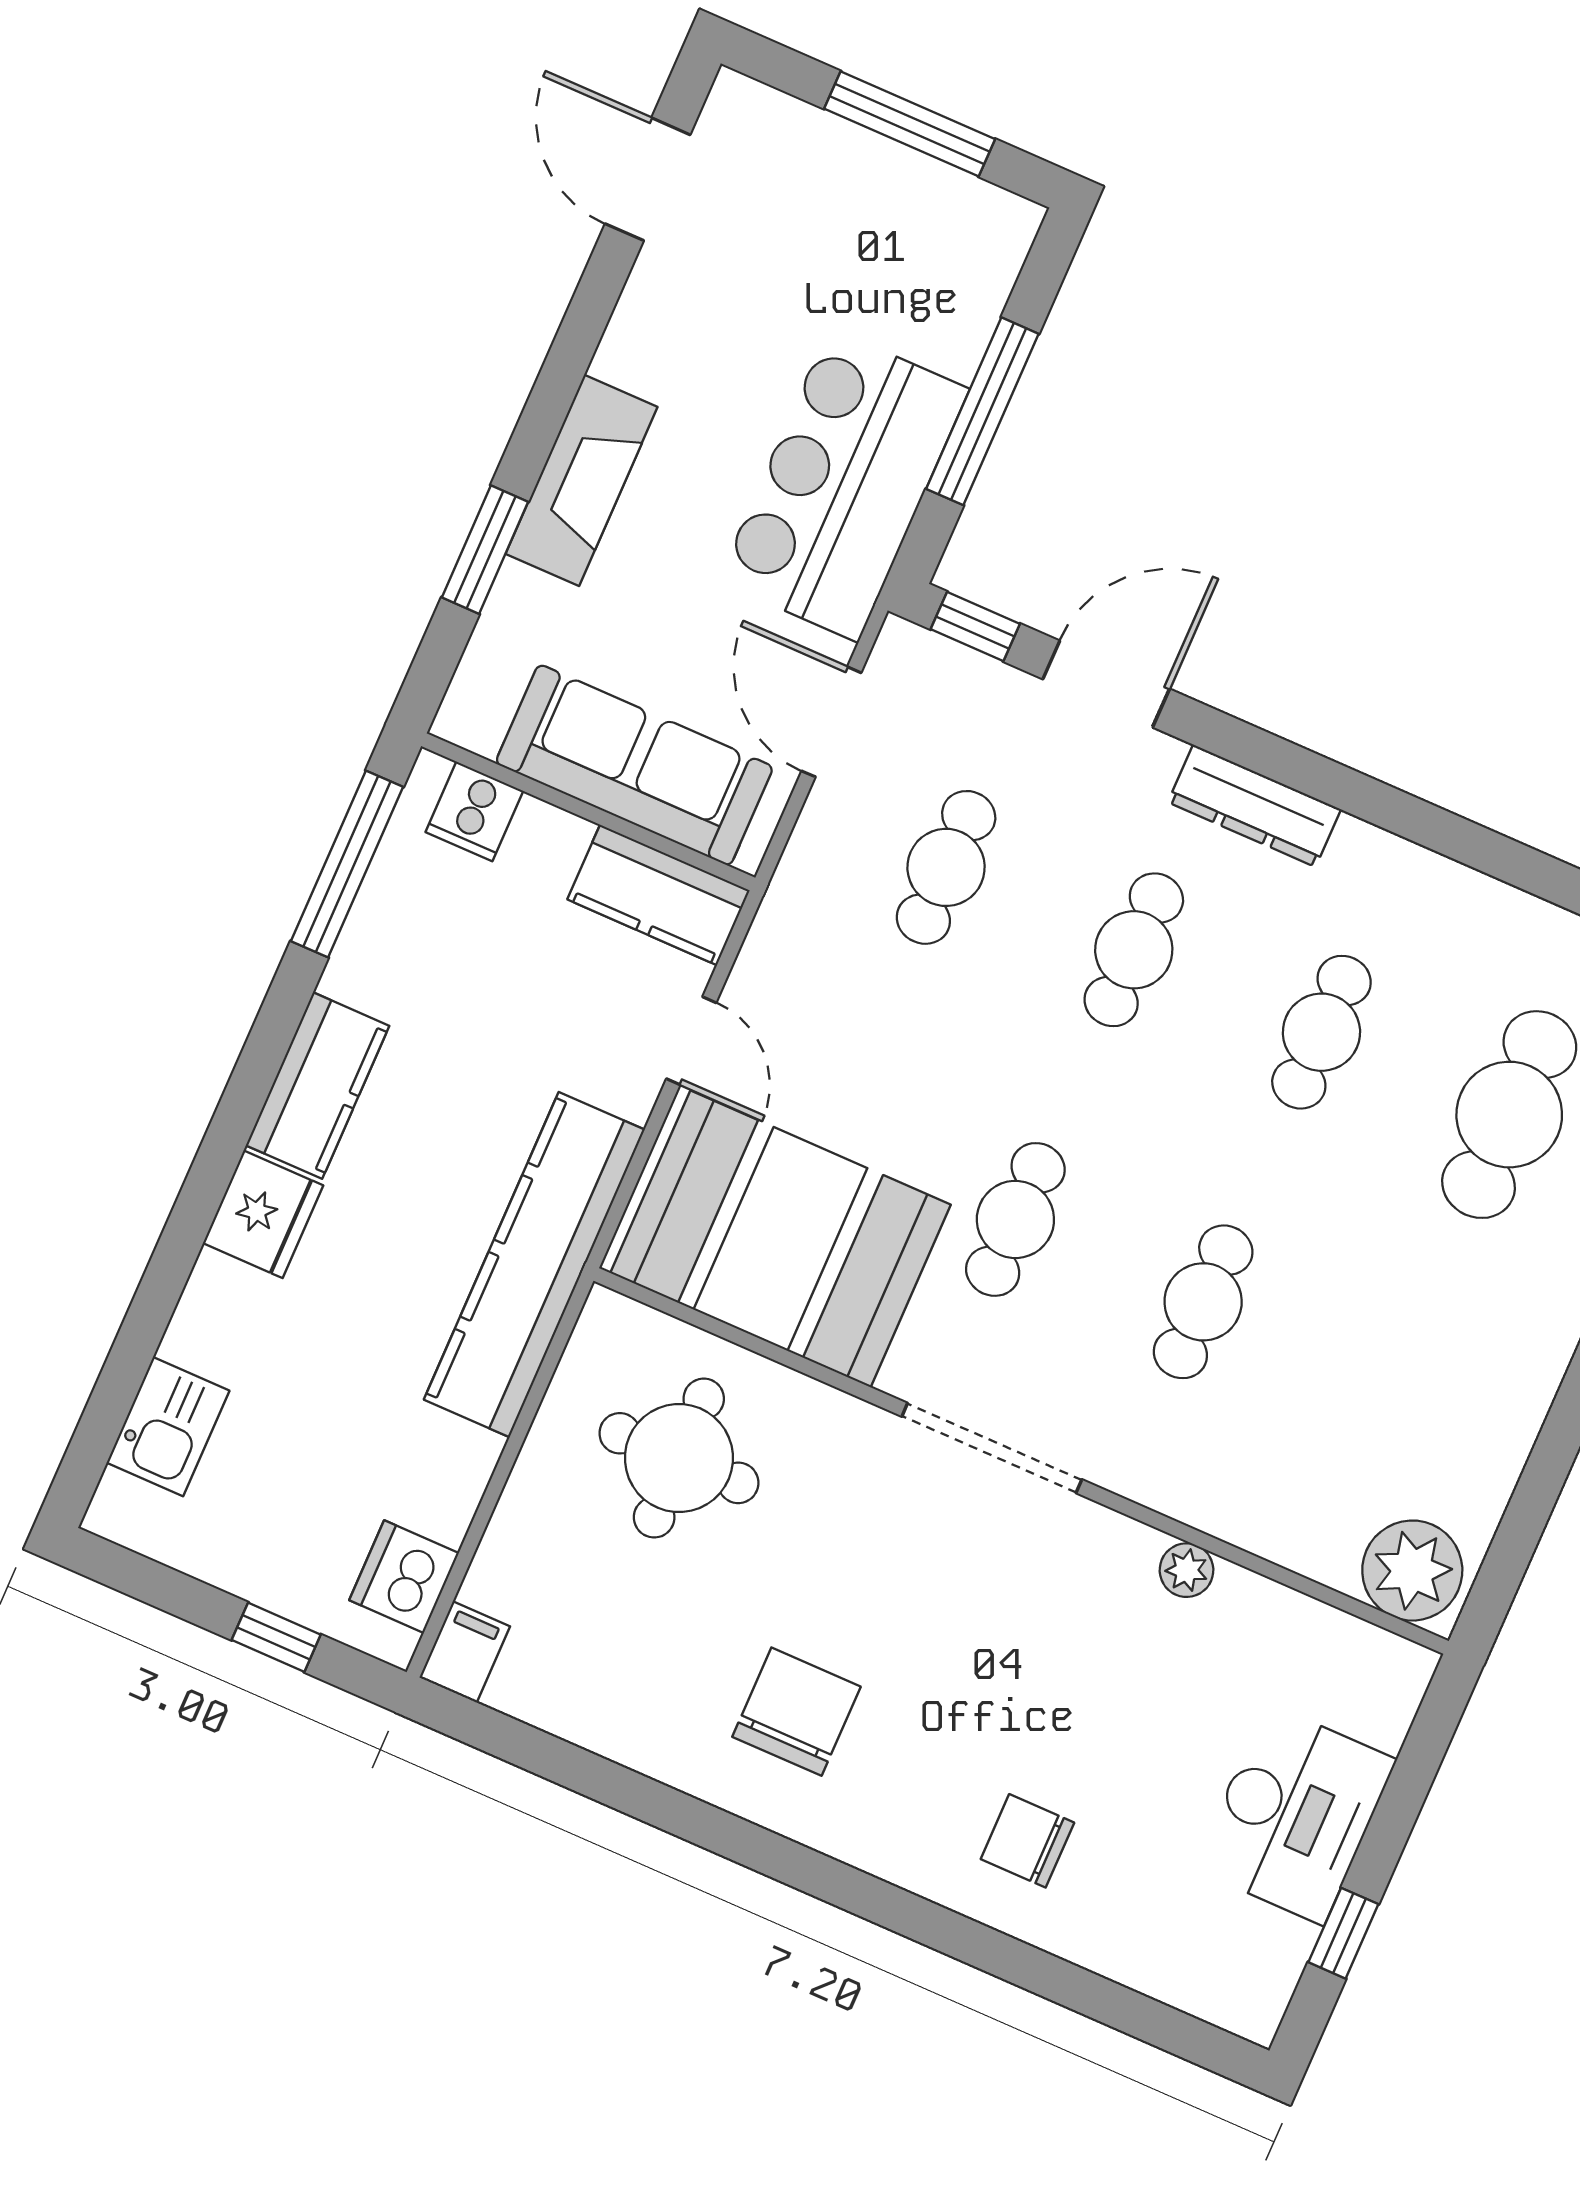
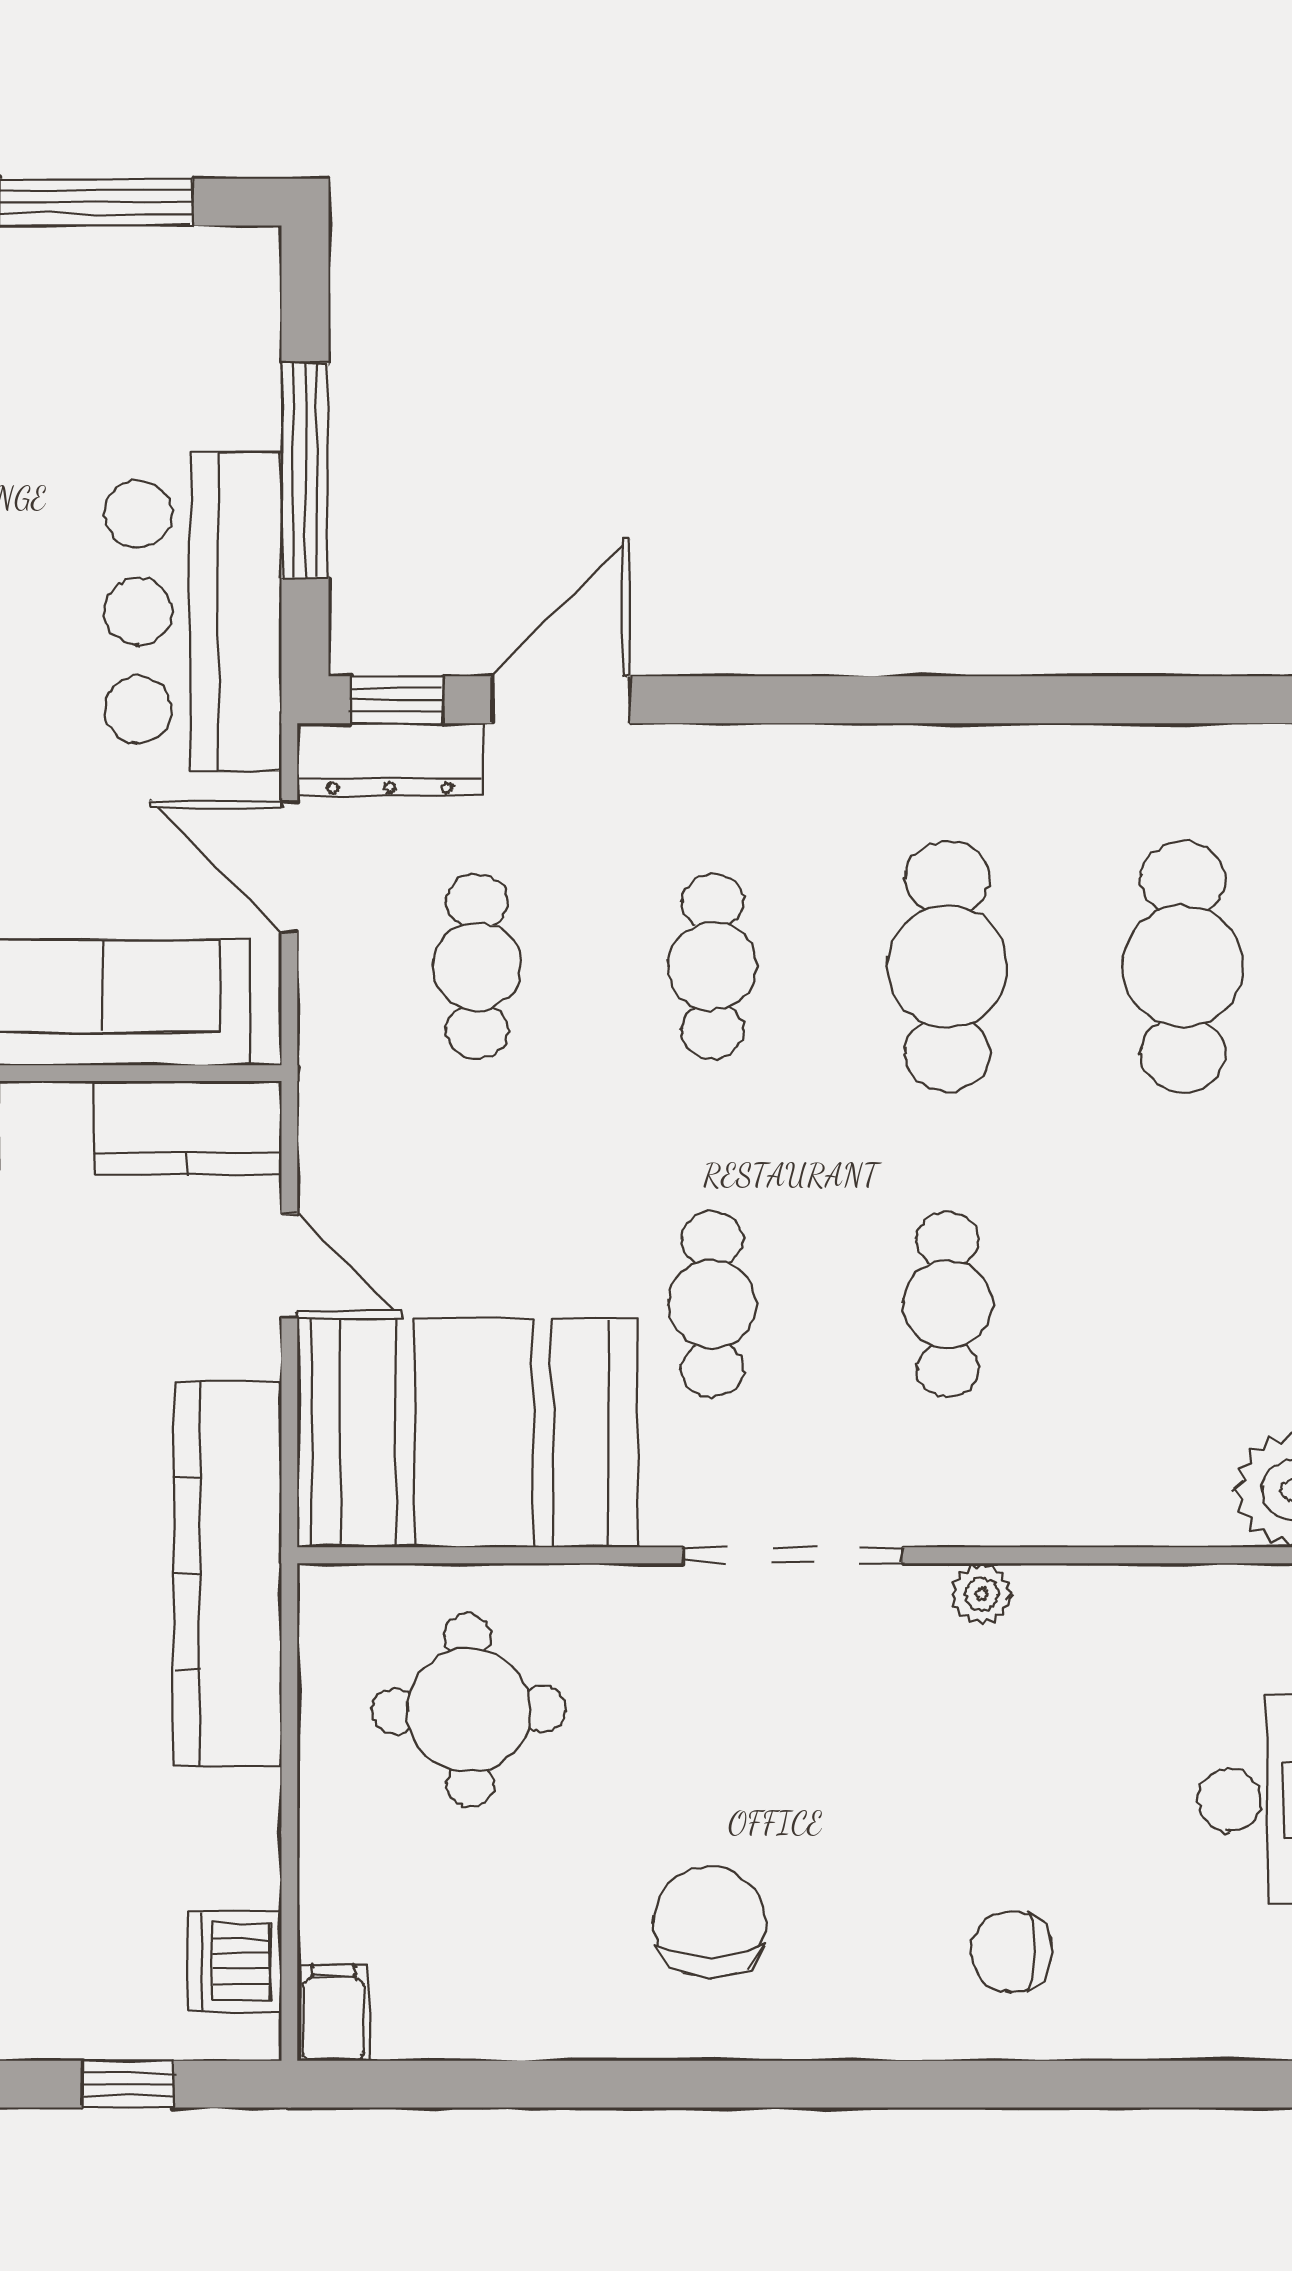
dresser: (1254, 806) -> (390, 759), moved
cafe table: (1321, 1032) -> (947, 966), width x1.37, depth x1.35
plant: (1186, 1570) -> (982, 1594), moved

